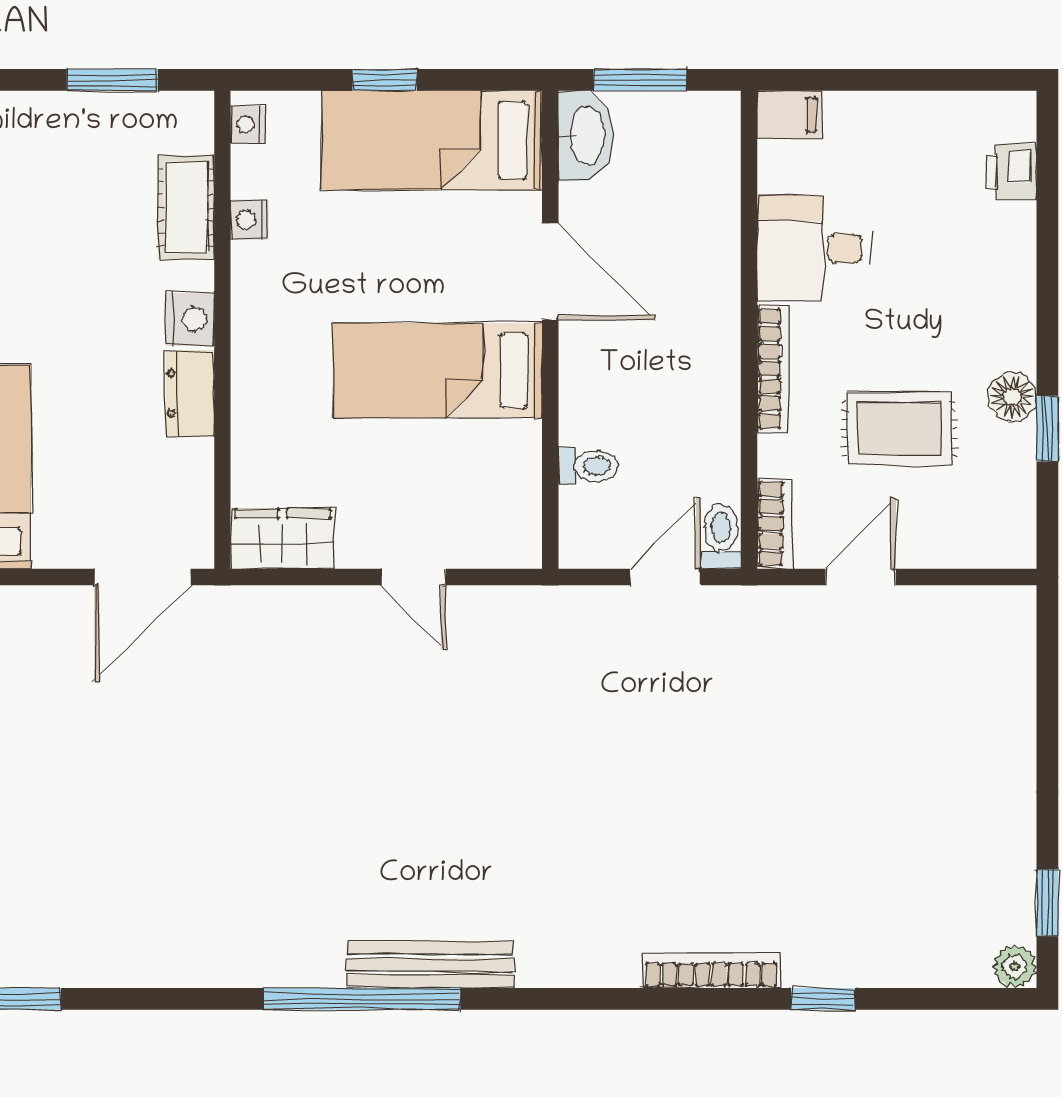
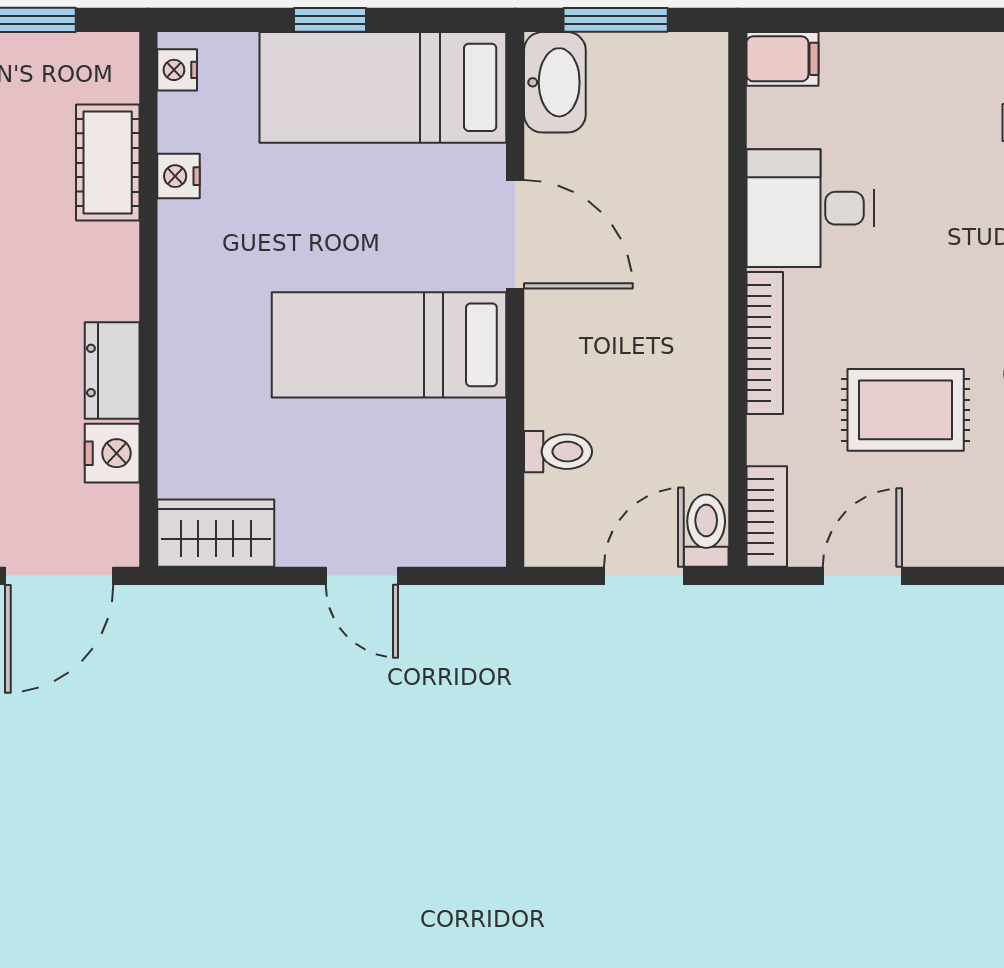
nightstand: (190, 319) -> (112, 453), moved

